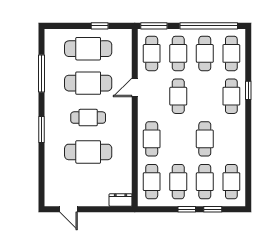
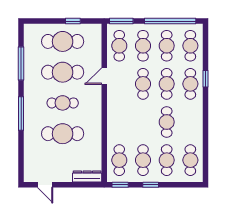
window: (42, 129) -> (21, 114), width x1.44
cafe table: (152, 139) -> (167, 84), moved
dresser: (121, 200) -> (87, 177), width x1.44
window: (213, 209) -> (120, 185), moved

